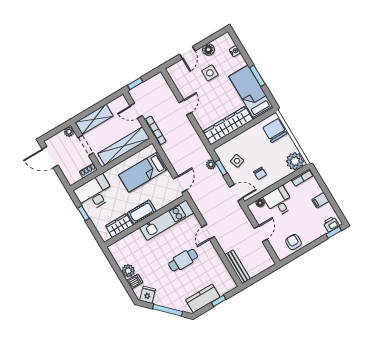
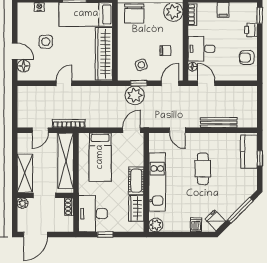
floor lamp: (208, 50) -> (24, 66), moved
window: (135, 84) -> (15, 116), removed
door: (185, 108) -> (64, 83), hinge flipped
chair: (275, 131) -> (134, 14), turned -90
plant: (211, 164) -> (135, 95), width x1.87, depth x1.87
door: (180, 184) -> (132, 130), hinge flipped
kitchen unit: (167, 220) -> (157, 182), moved
printer: (331, 224) -> (251, 30), moved
door: (208, 232) -> (177, 130), moved
door: (261, 234) -> (206, 83), moved
bench: (238, 267) -> (219, 122), moved
plant: (128, 271) -> (156, 225), moved
kitchen counter: (203, 298) -> (249, 152), moved

